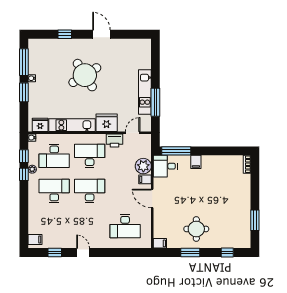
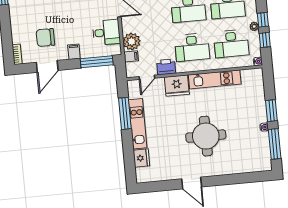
window: (65, 34) -> (232, 179), removed
round table: (85, 75) -> (206, 136), turned 32
fridge: (40, 125) -> (141, 158), moved, turned -90
door: (221, 151) -> (47, 66), added
desk: (54, 156) -> (231, 44), turned 180
desk: (165, 166) -> (106, 32), moved
chair: (220, 177) -> (45, 38), added
filing cabinet: (145, 179) -> (131, 56), moved

